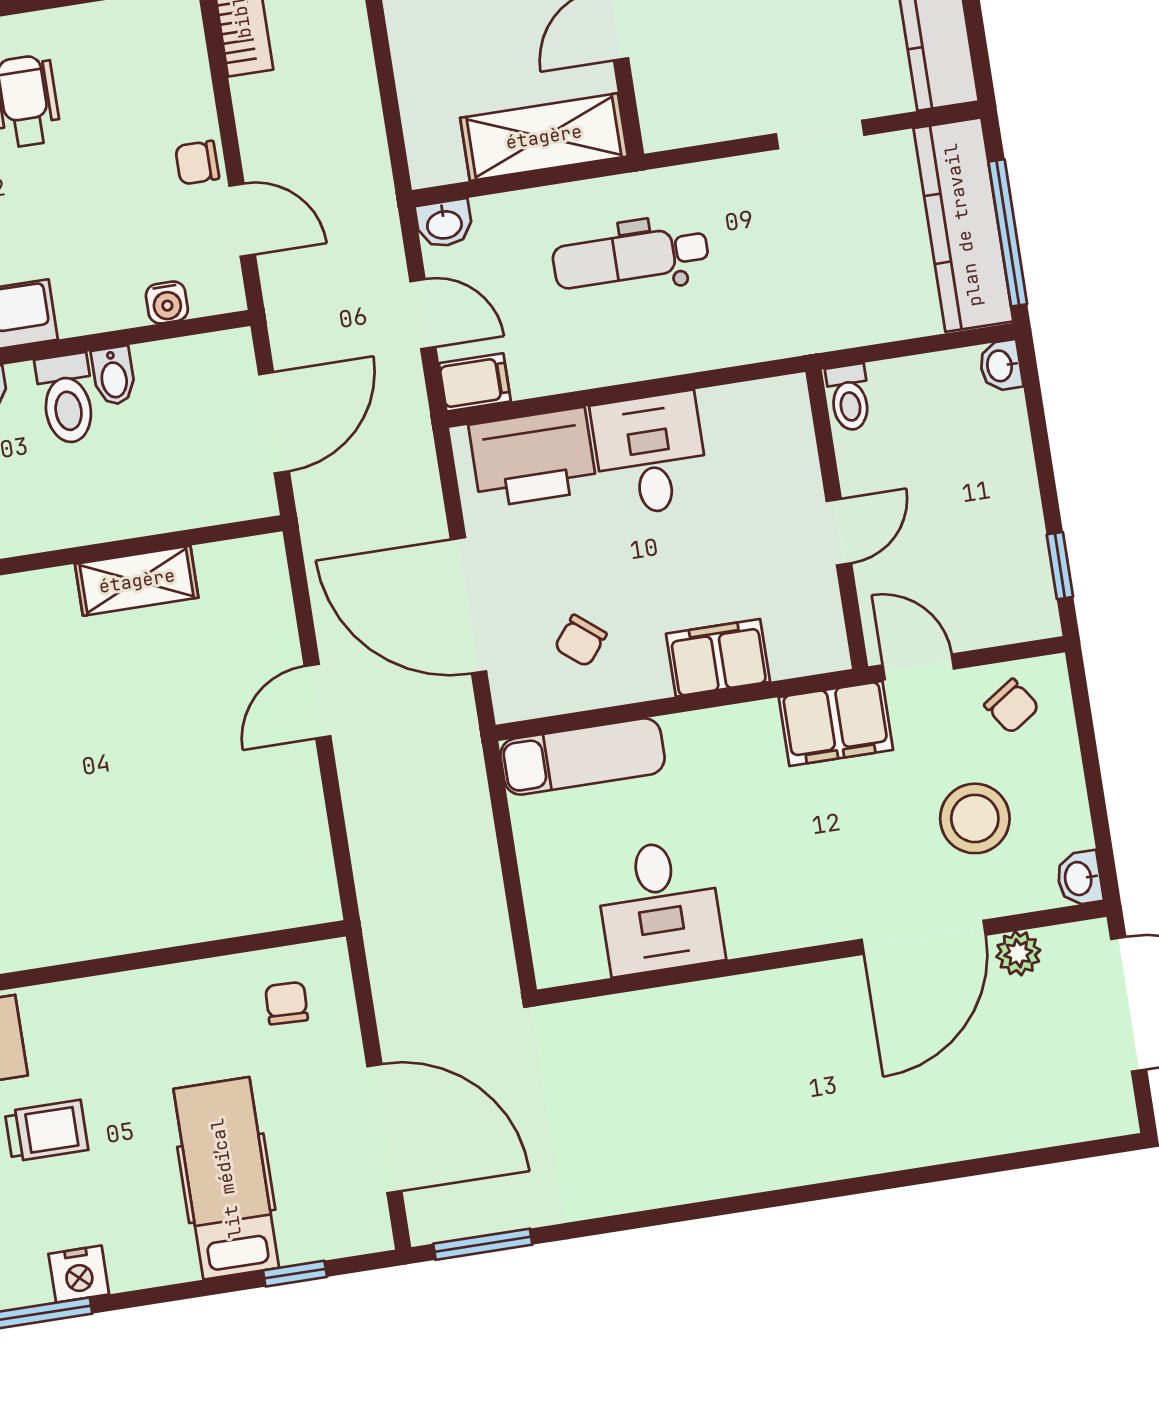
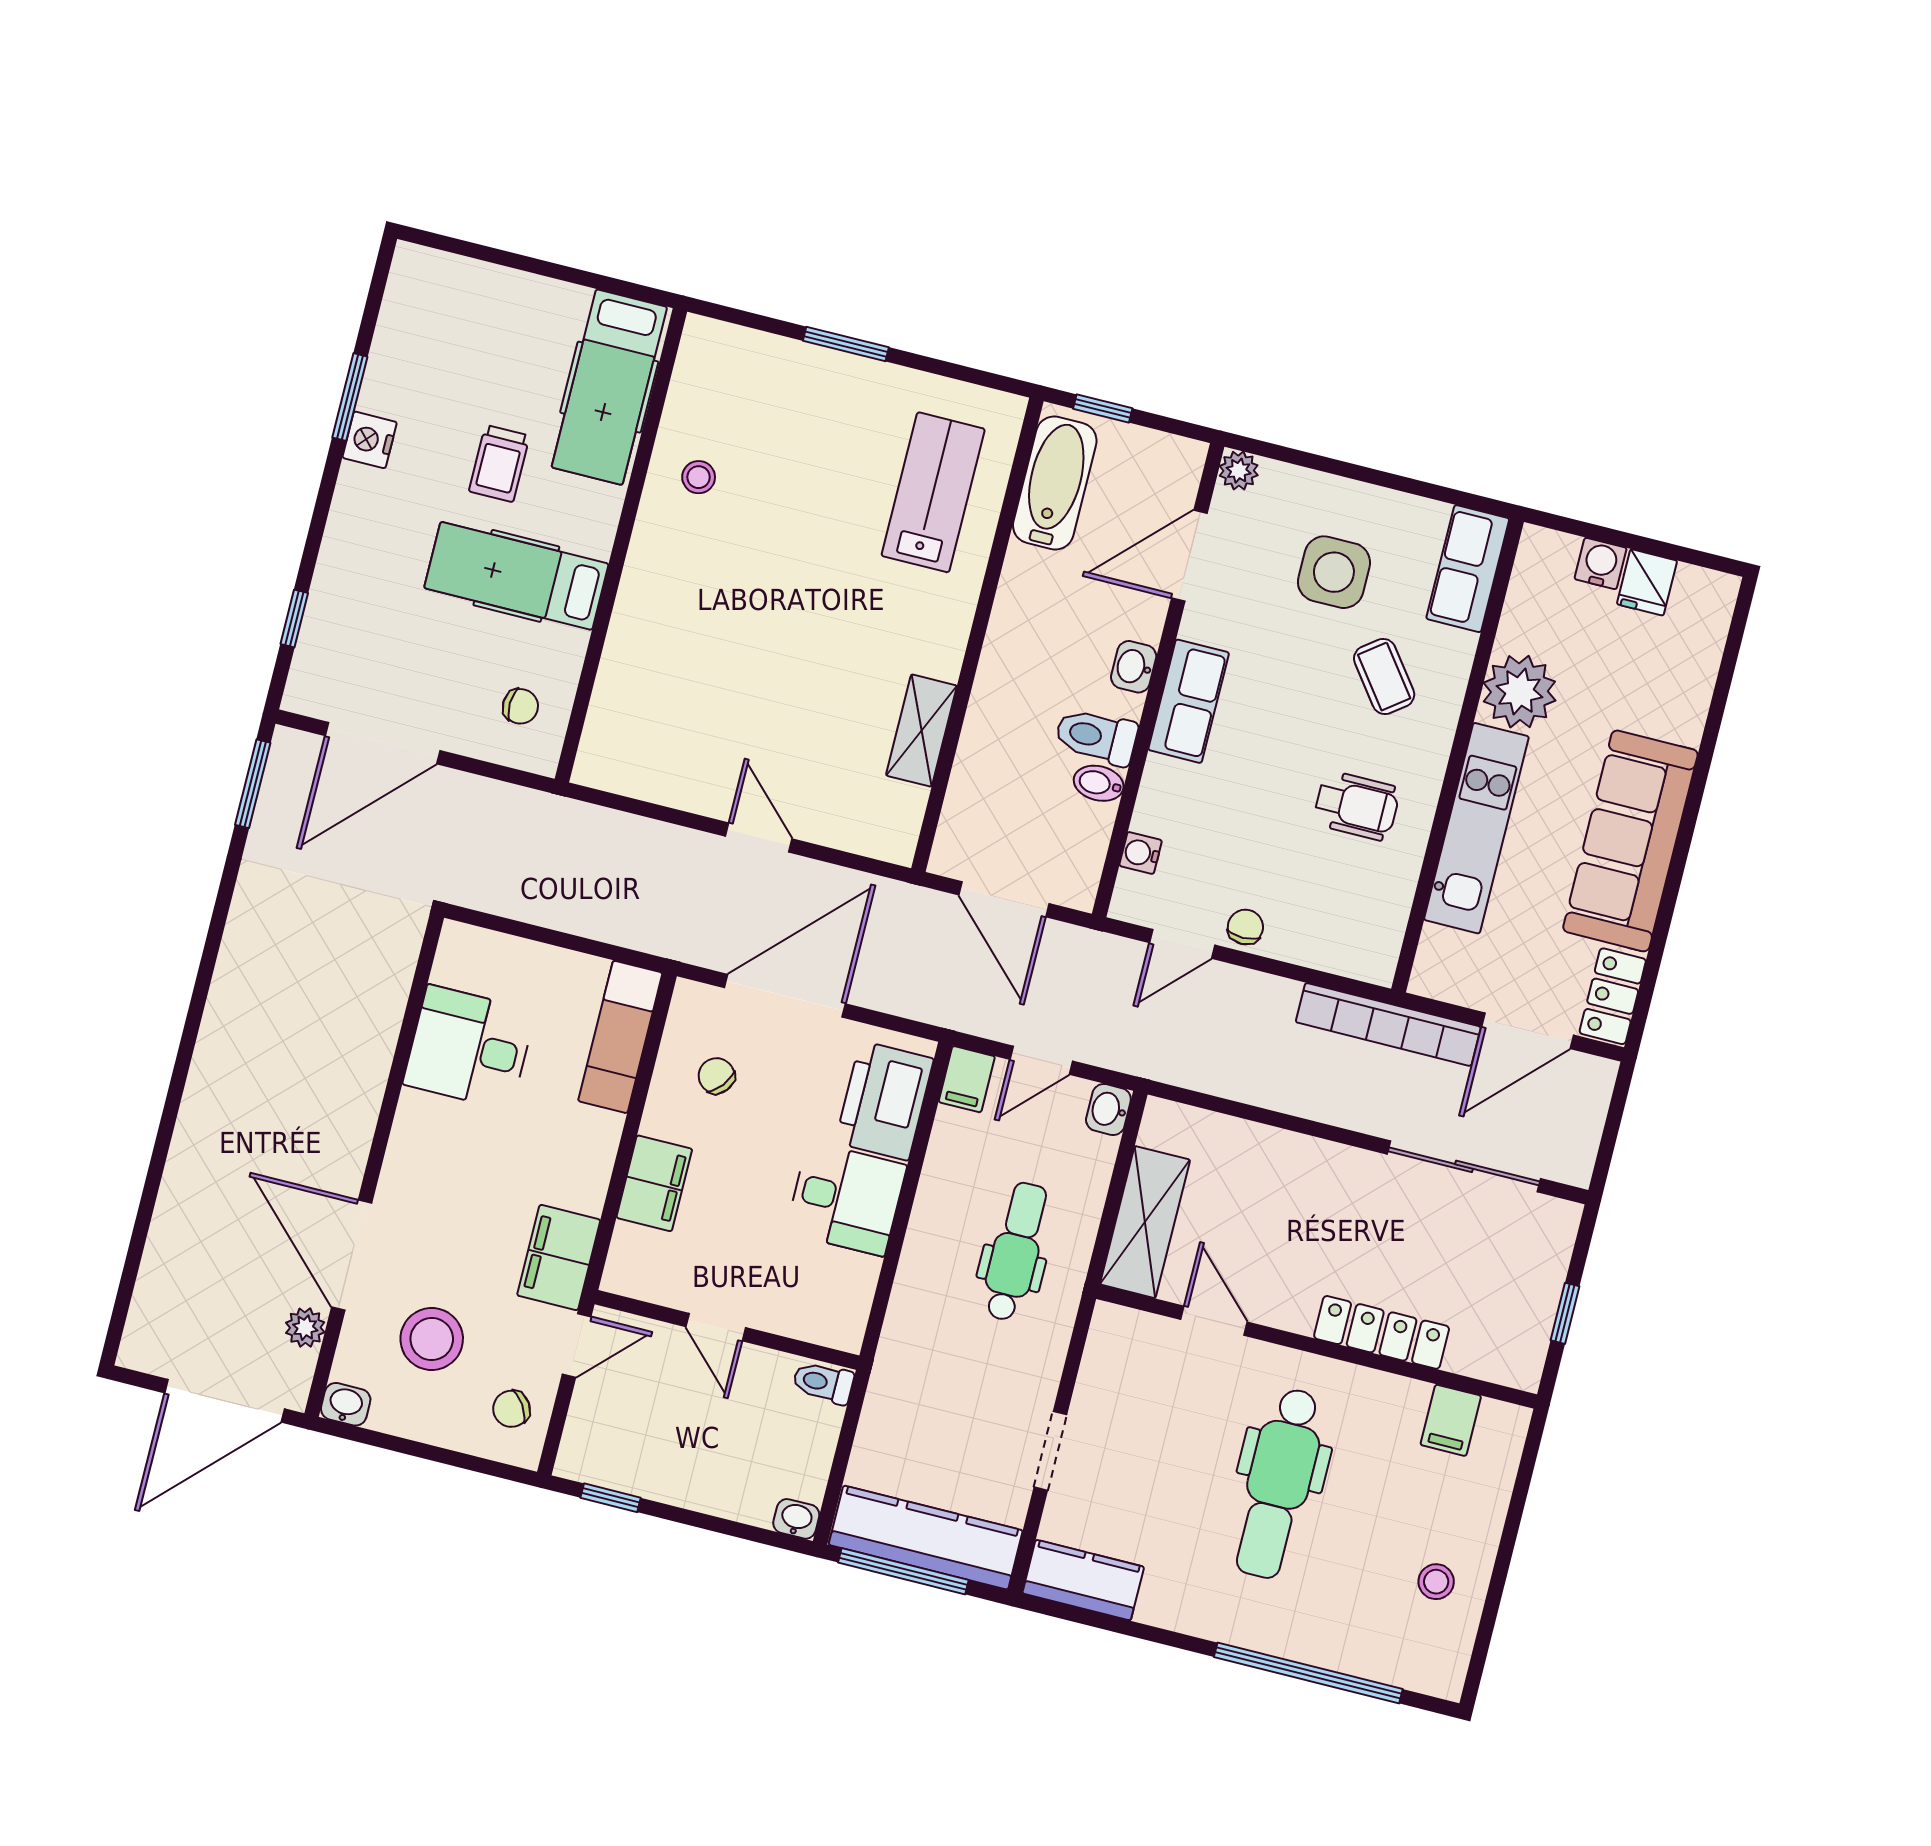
hospital bed: (226, 1178) -> (516, 576), moved, turned 180

